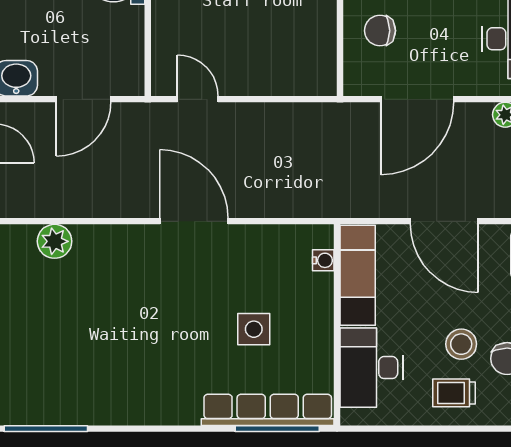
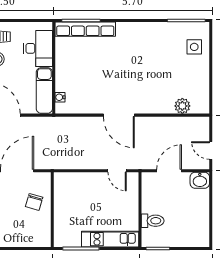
chair: (380, 31) -> (34, 202), turned 106
side table: (254, 329) -> (194, 47), moved

